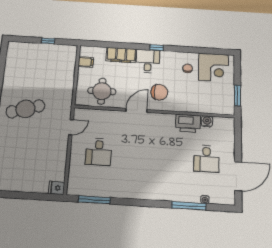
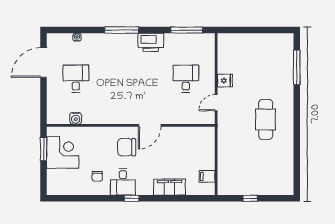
desk: (148, 61) -> (123, 182), moved
corner desk: (214, 67) -> (63, 152), moved, turned 90
round table: (102, 91) -> (187, 144), removed
cafe table: (25, 109) -> (266, 119), turned -73
printer: (188, 123) -> (151, 42), moved, turned 180
fridge: (57, 188) -> (225, 81), moved
window: (189, 206) -> (122, 30), moved

